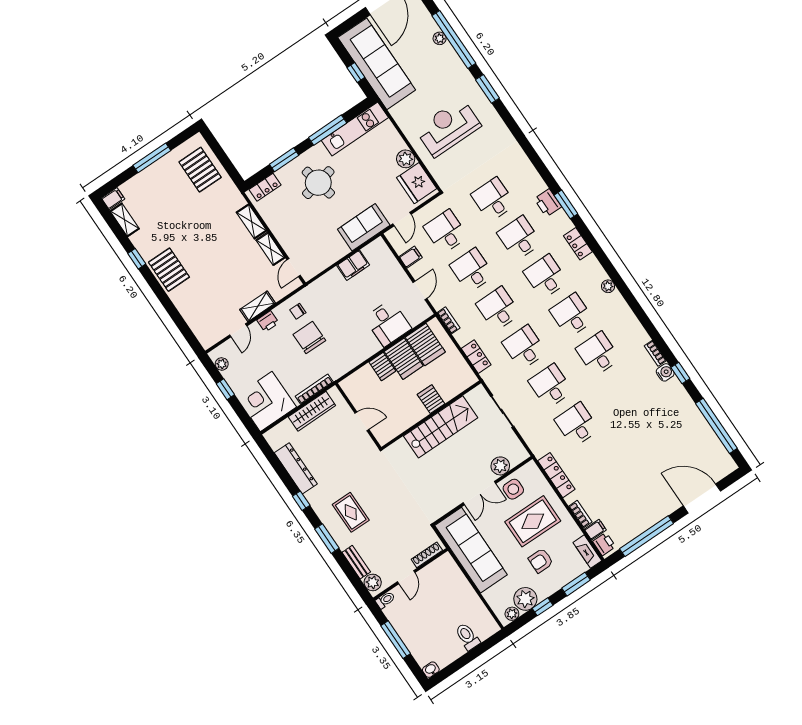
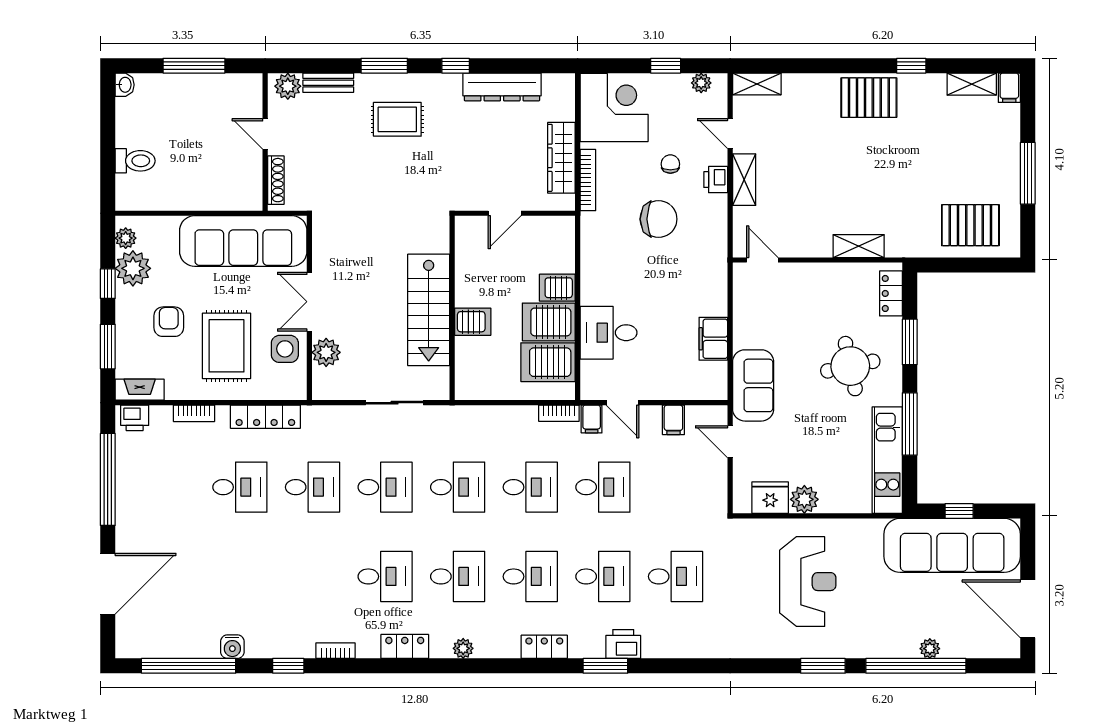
fridge: (417, 183) -> (770, 498), width x0.73, depth x0.75
desk: (446, 232) -> (240, 487), moved
shelving: (271, 249) -> (757, 84), moved
chair: (298, 311) -> (670, 164), moved
locker: (476, 357) -> (405, 646), moved, turned 180
water cooler: (665, 372) -> (232, 647), moved
filing cabinet: (595, 530) -> (592, 419), moved
toilet: (385, 600) -> (254, 87), removed

